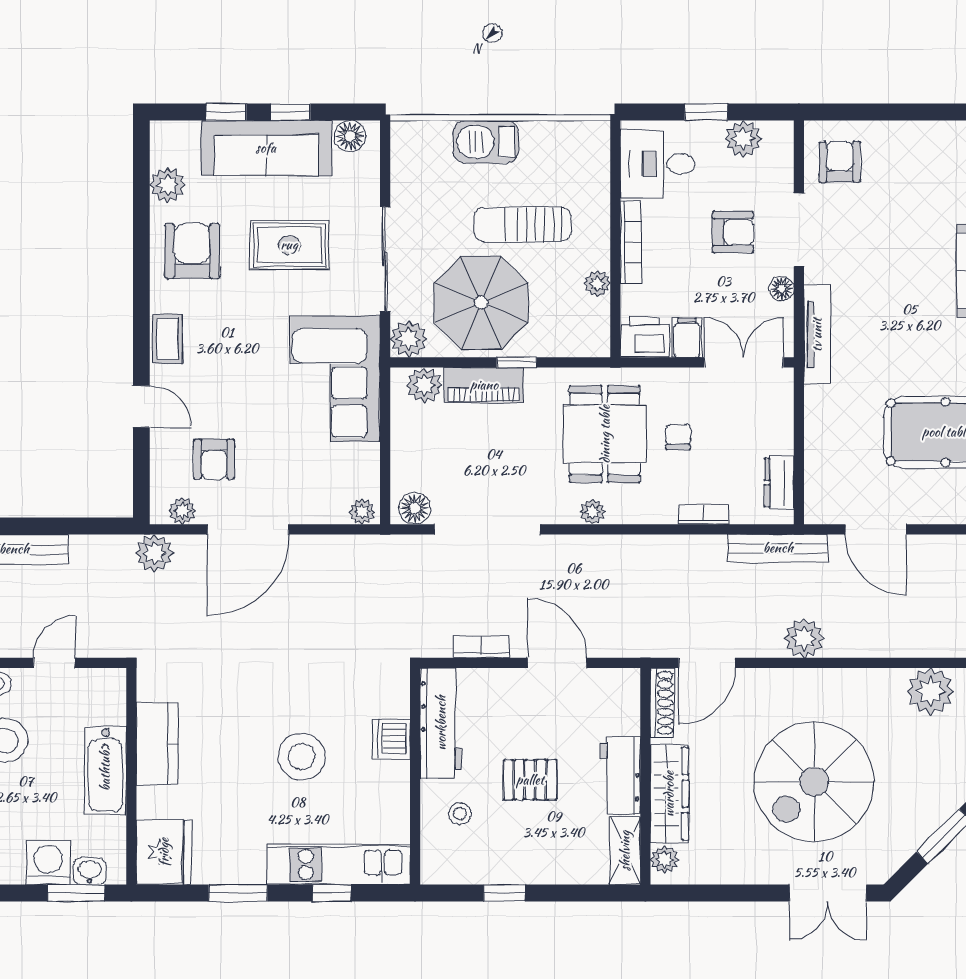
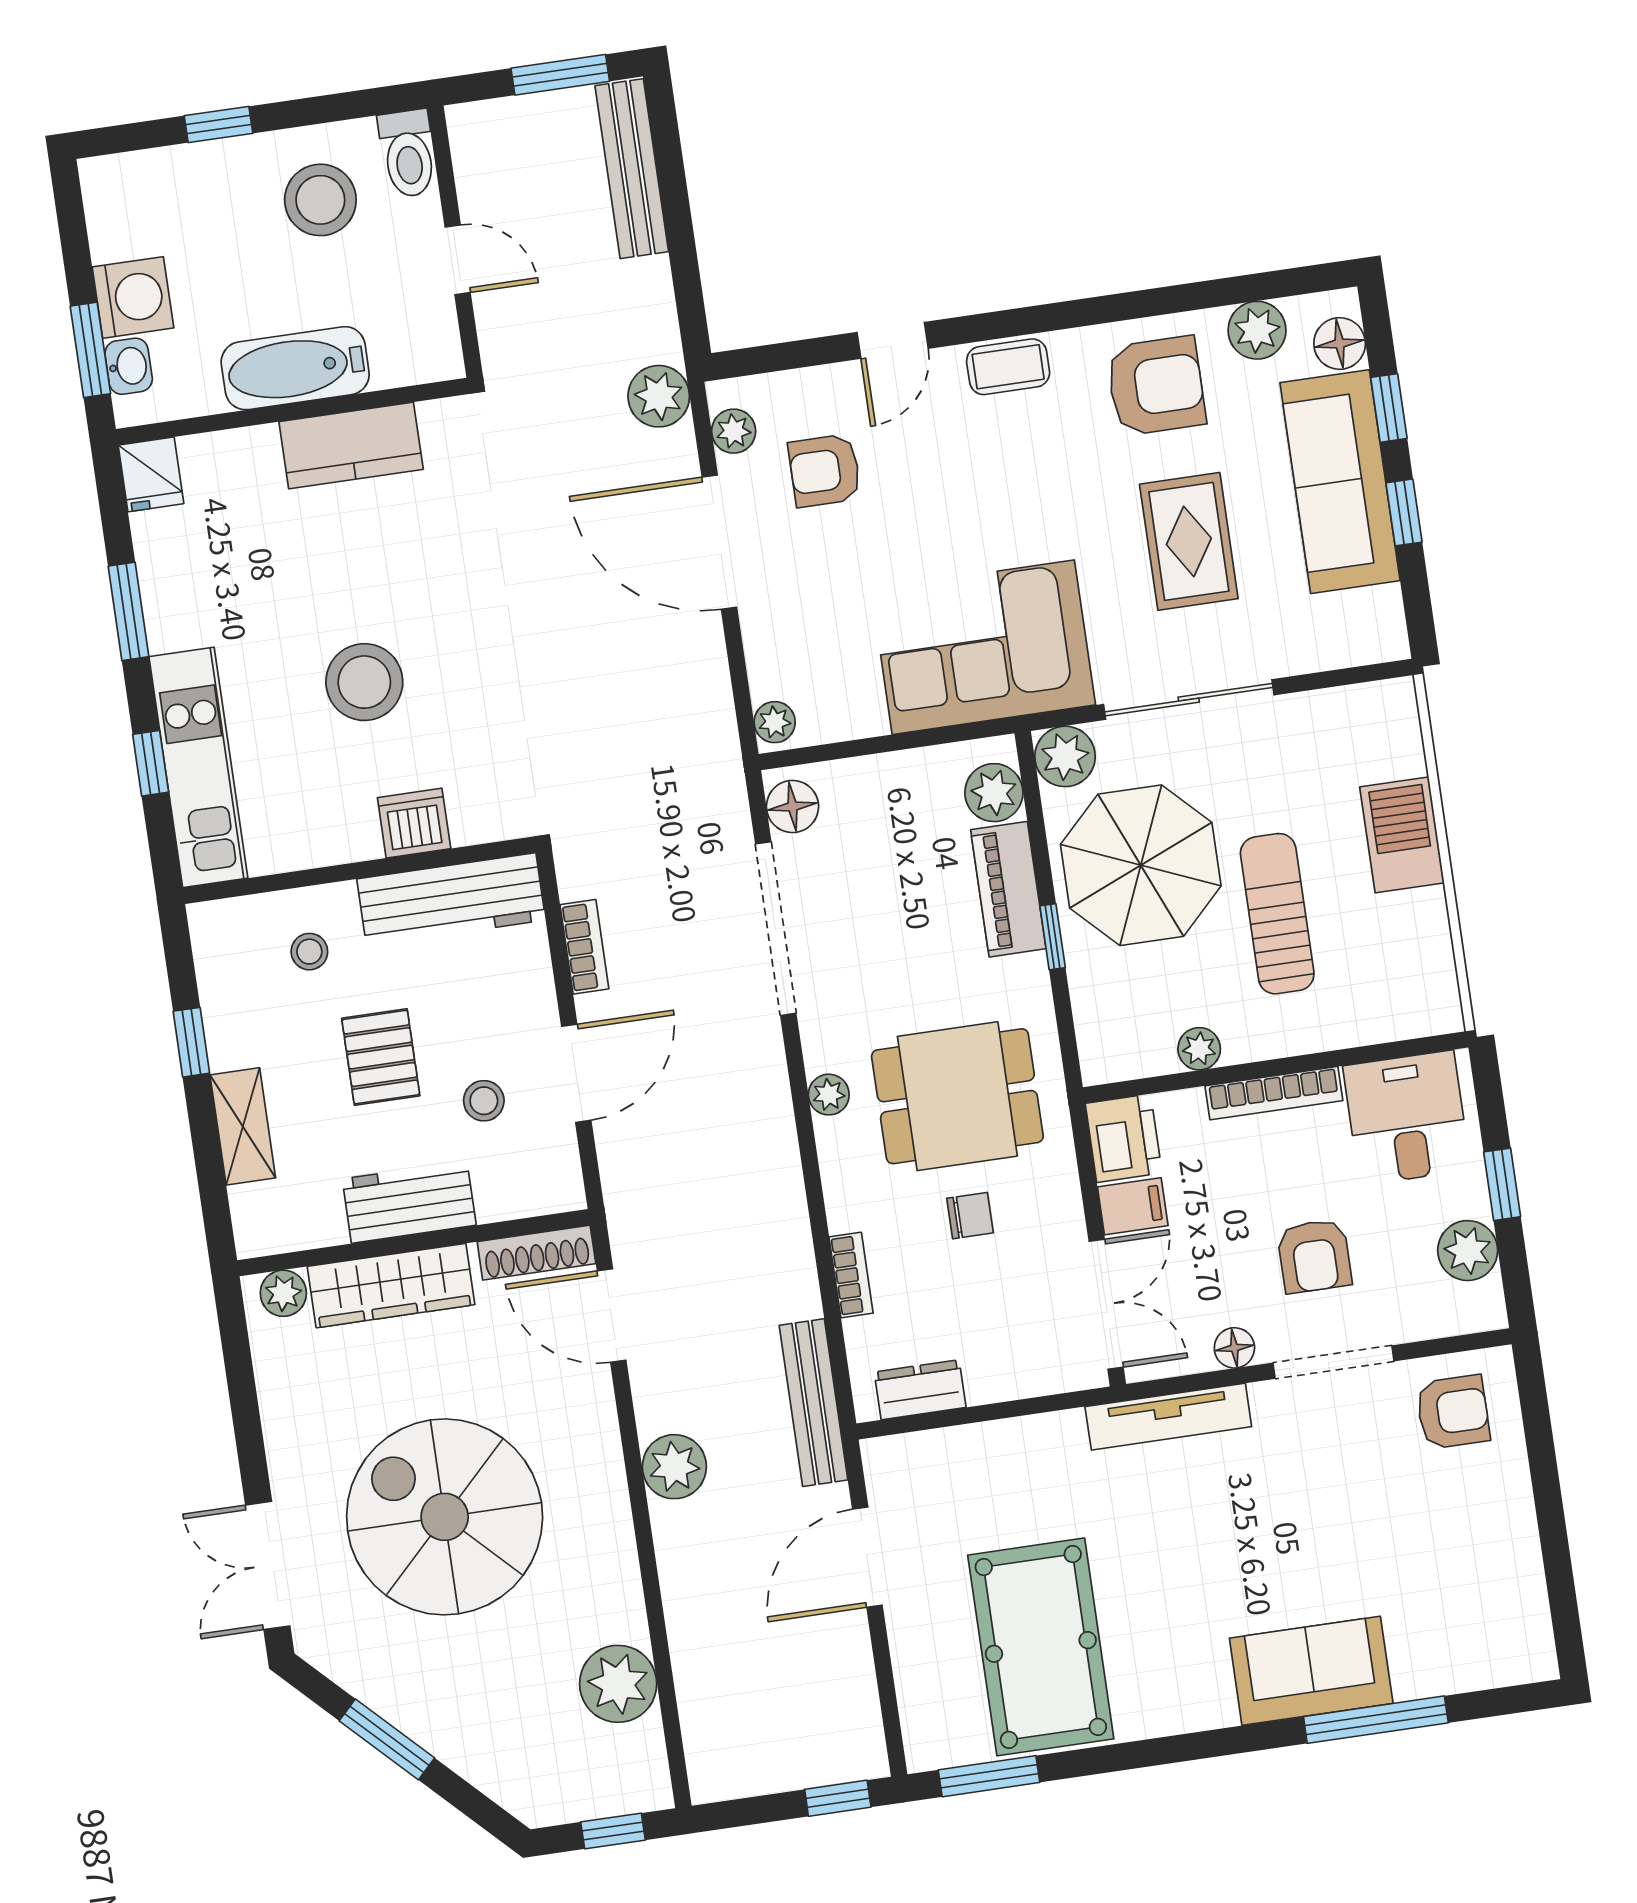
floor lamp: (350, 136) -> (1340, 343), moved
stool: (566, 721) -> (484, 1101), added
shelving: (625, 851) -> (243, 1126), moved, turned 90
fridge: (164, 852) -> (151, 474), width x0.53, depth x0.75

